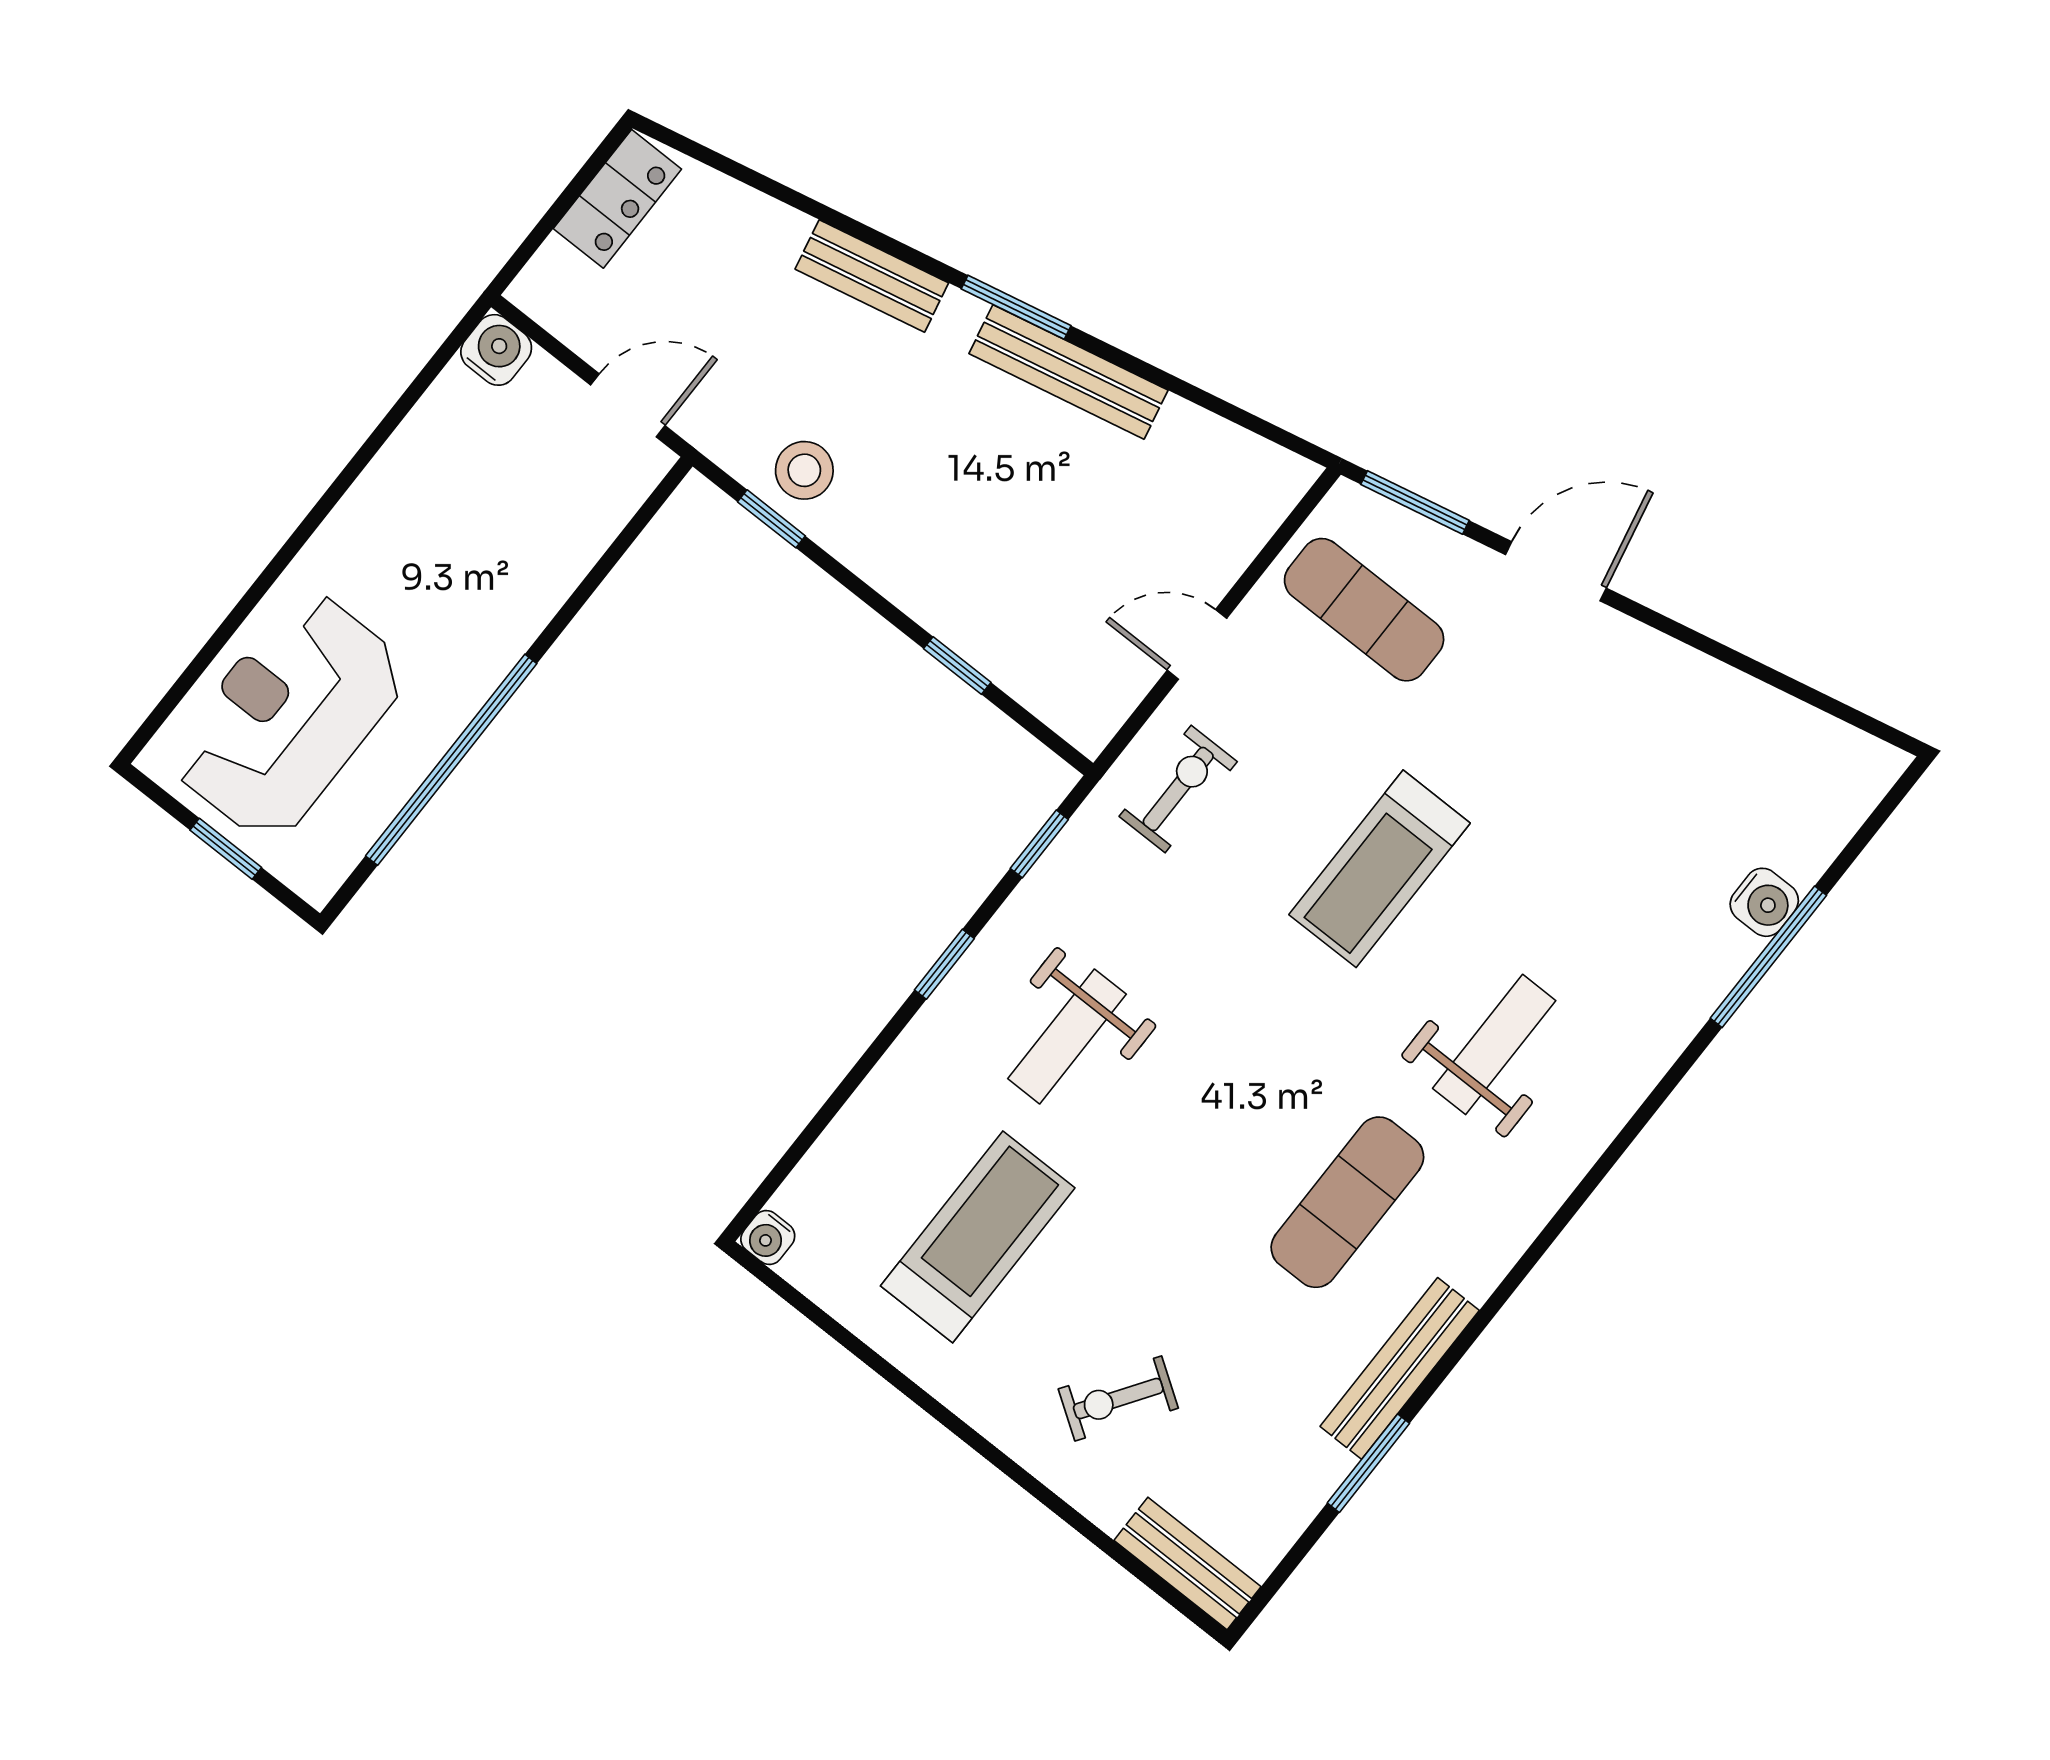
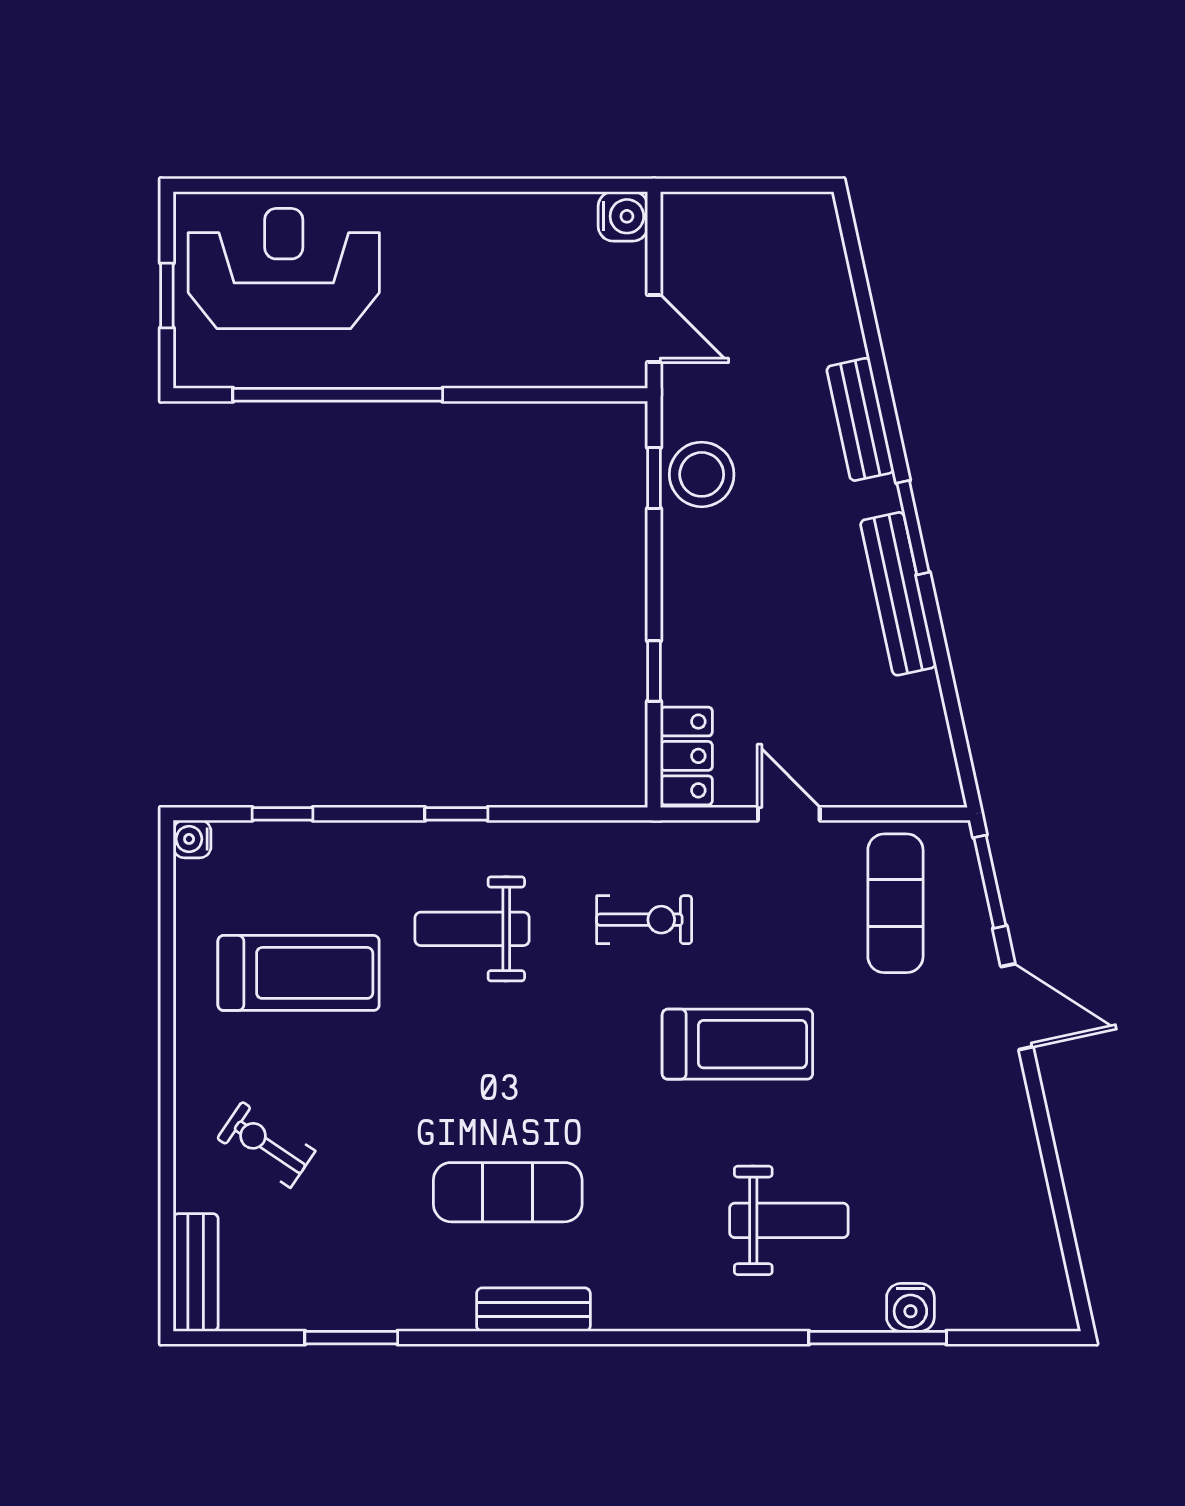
locker: (617, 199) -> (686, 756), moved, turned -90
stool: (804, 470) -> (702, 474), width x1.38, depth x1.38
exercise bike: (1178, 789) -> (644, 920), moved
window: (1039, 844) -> (283, 814), moved
treadmill: (1380, 869) -> (737, 1044), turned 180
weight bench: (1494, 1044) -> (789, 1220), moved
bench: (1400, 1368) -> (533, 1310), moved, width x0.73

